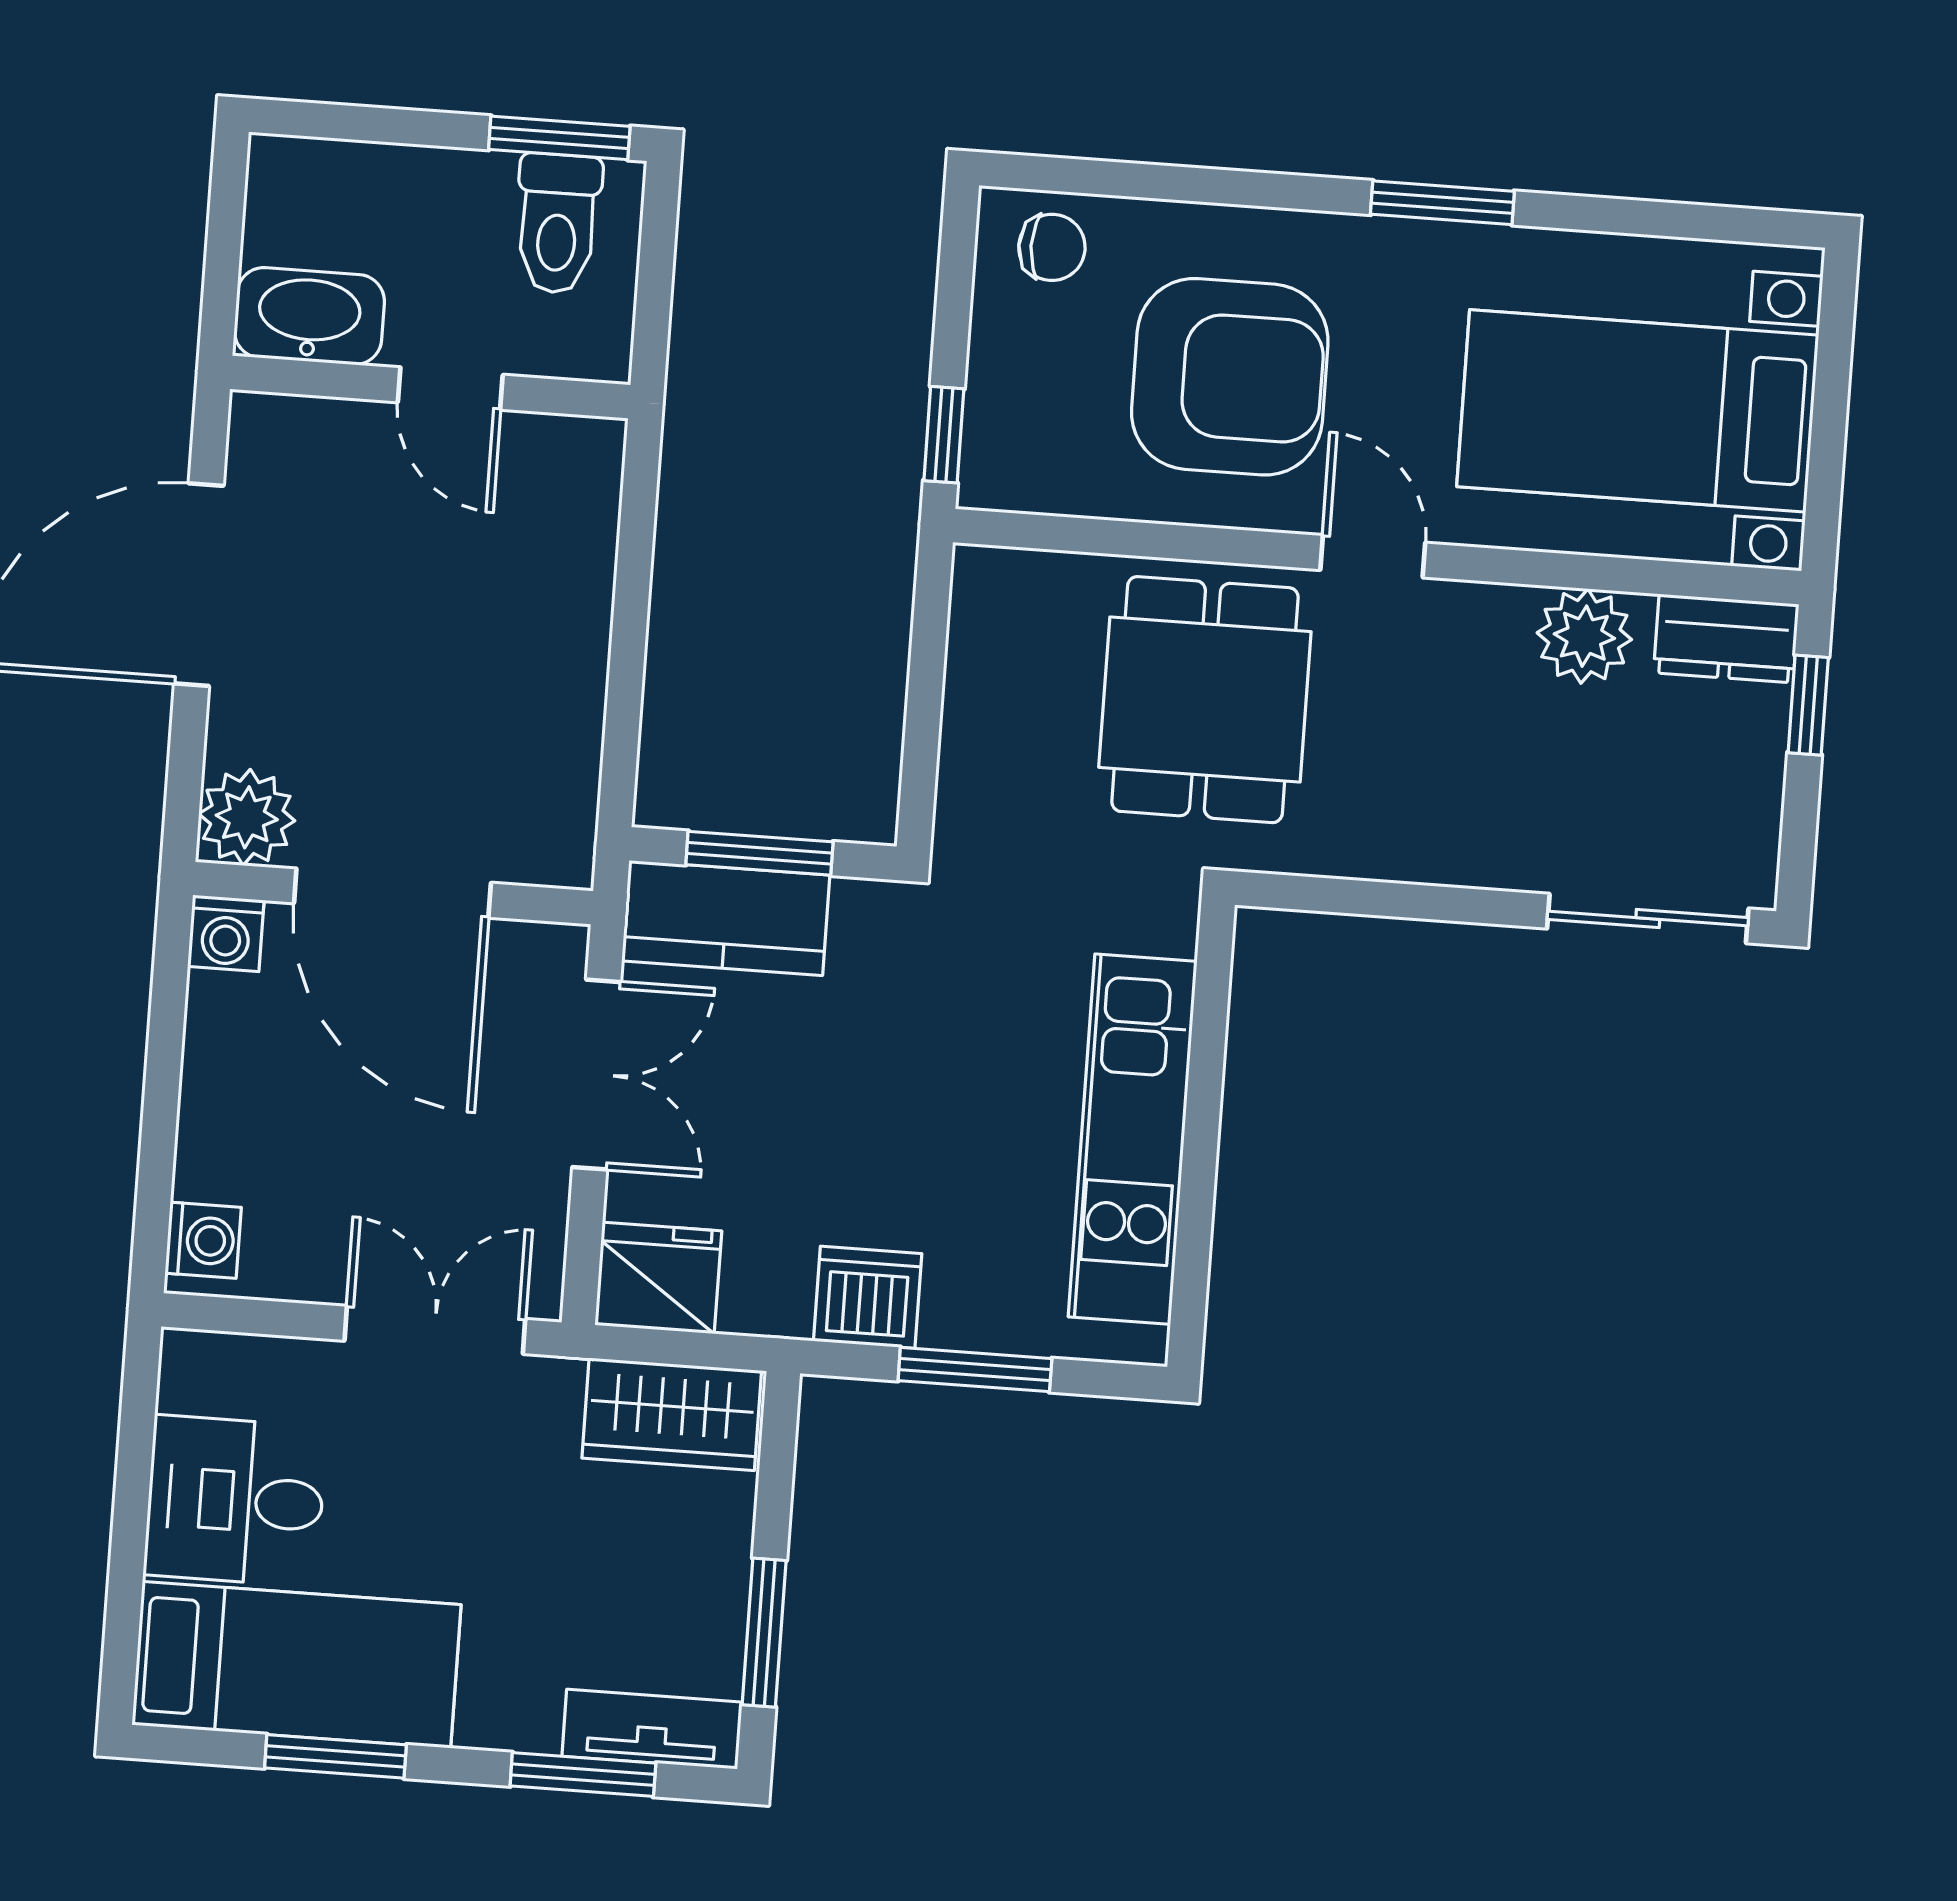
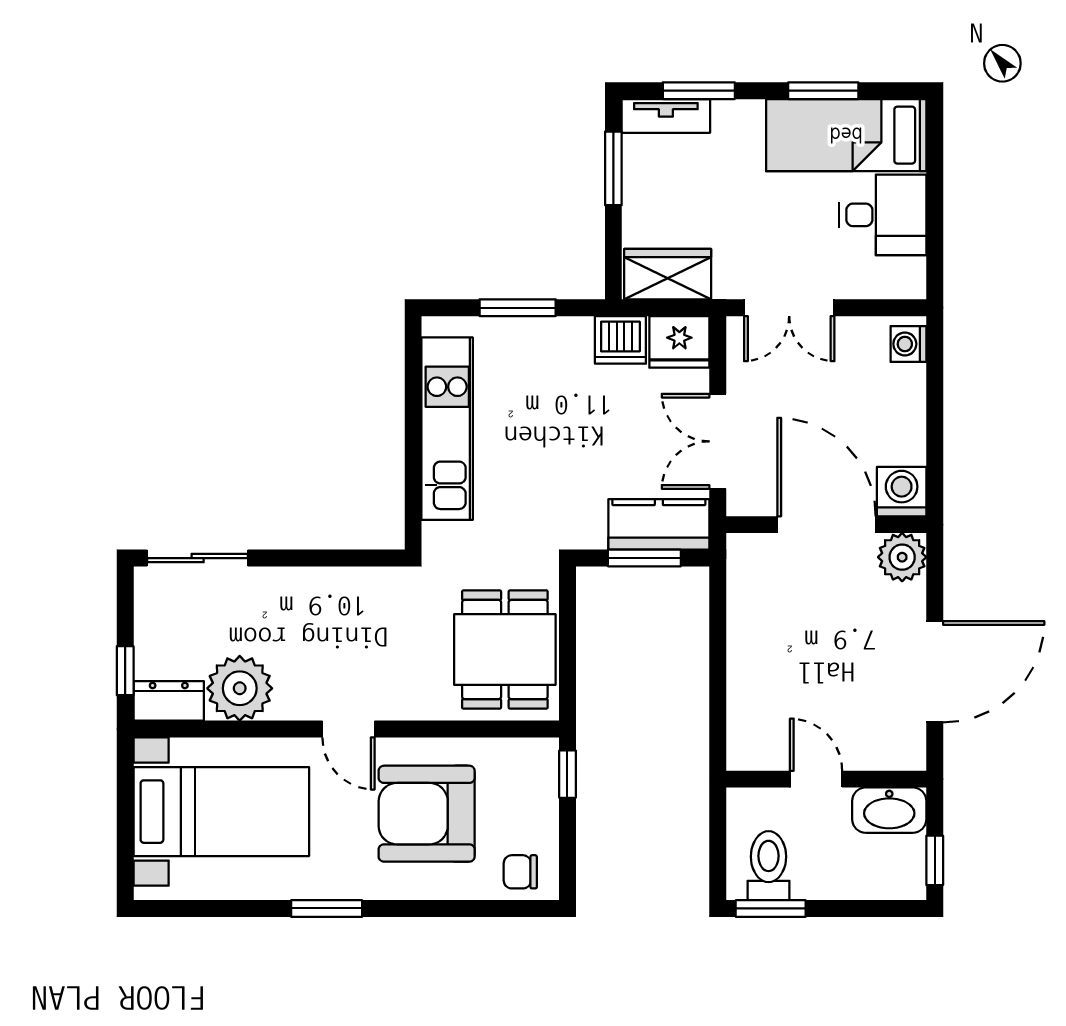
window: (226, 210) -> (935, 860), added
plant: (1584, 636) -> (240, 688), width x1.36, depth x1.36
dining table: (1205, 700) -> (505, 650), moved
washing machine: (226, 933) -> (902, 492), width x1.38, depth x1.38
dishwasher: (868, 1297) -> (620, 340), moved

